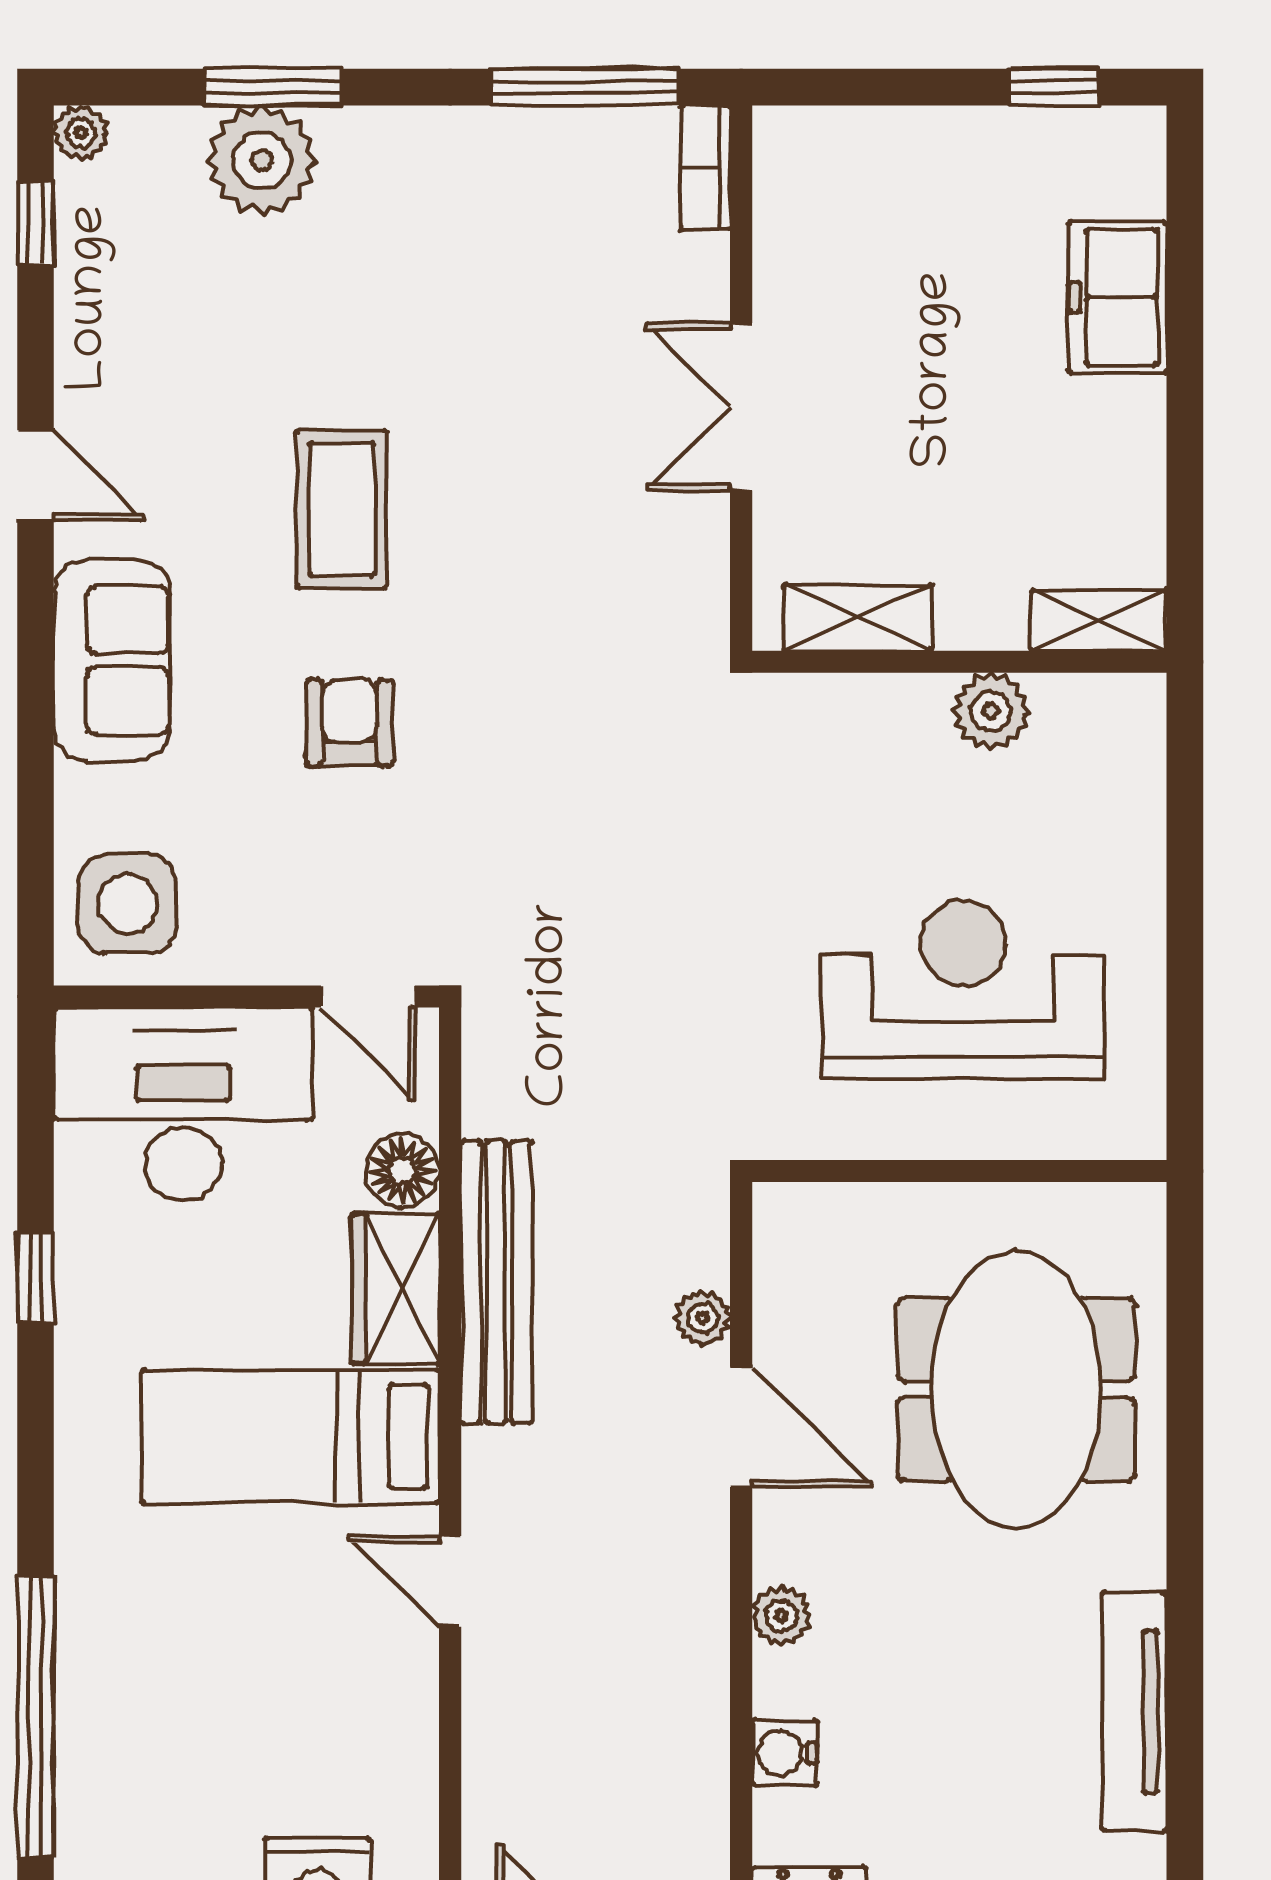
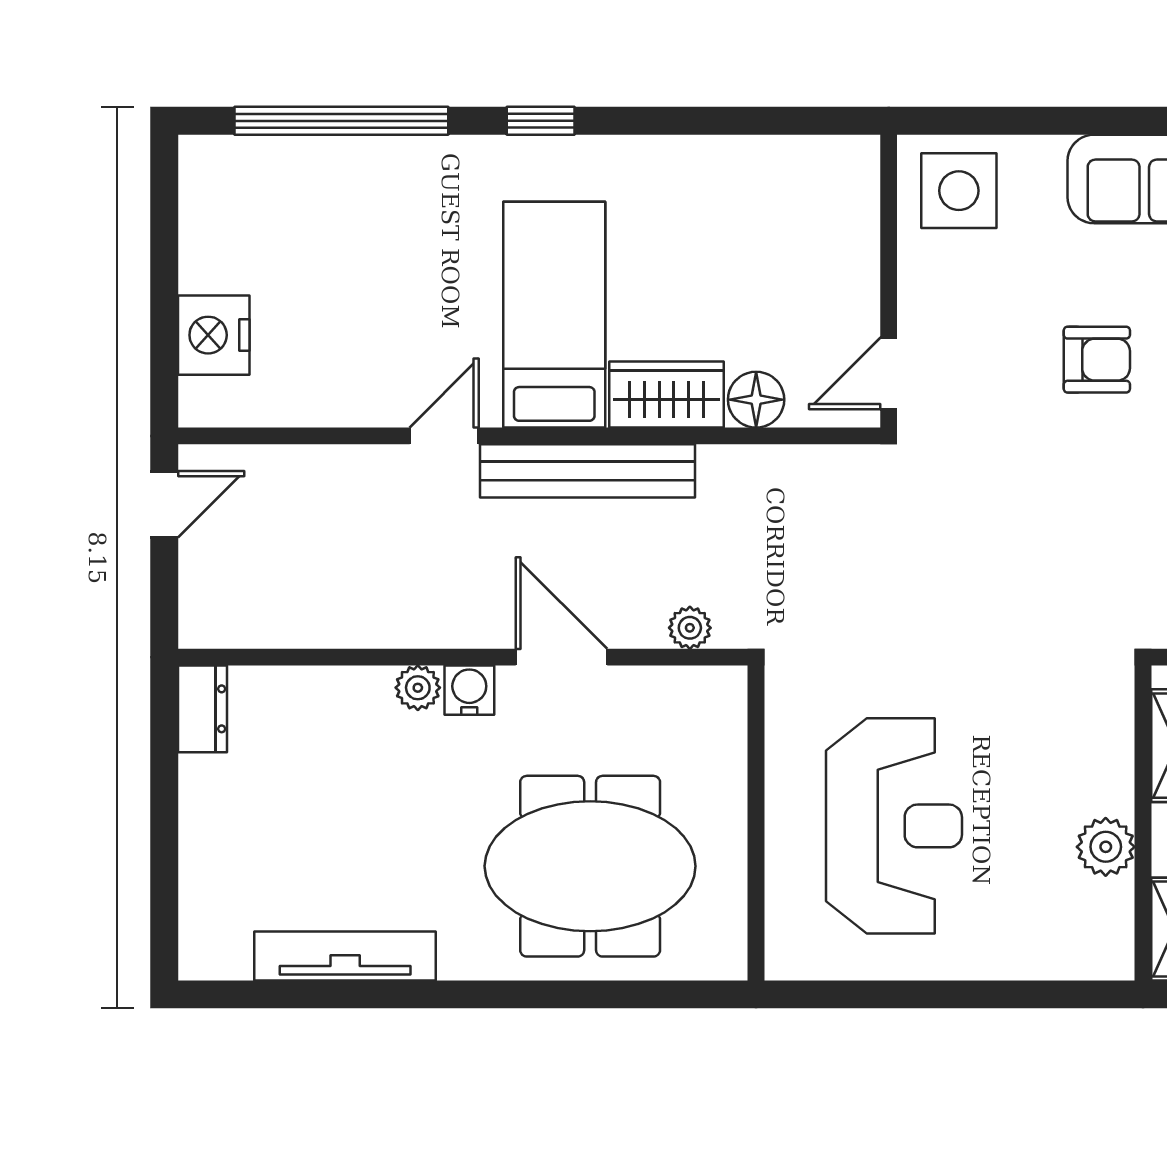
desk: (183, 1104) -> (807, 233), removed
window: (35, 1278) -> (541, 121), moved
bench: (496, 1282) -> (588, 471), moved
plant: (703, 1318) -> (690, 628), moved
door: (741, 1427) -> (562, 657), swing flipped
water cooler: (785, 1753) -> (469, 690), moved

